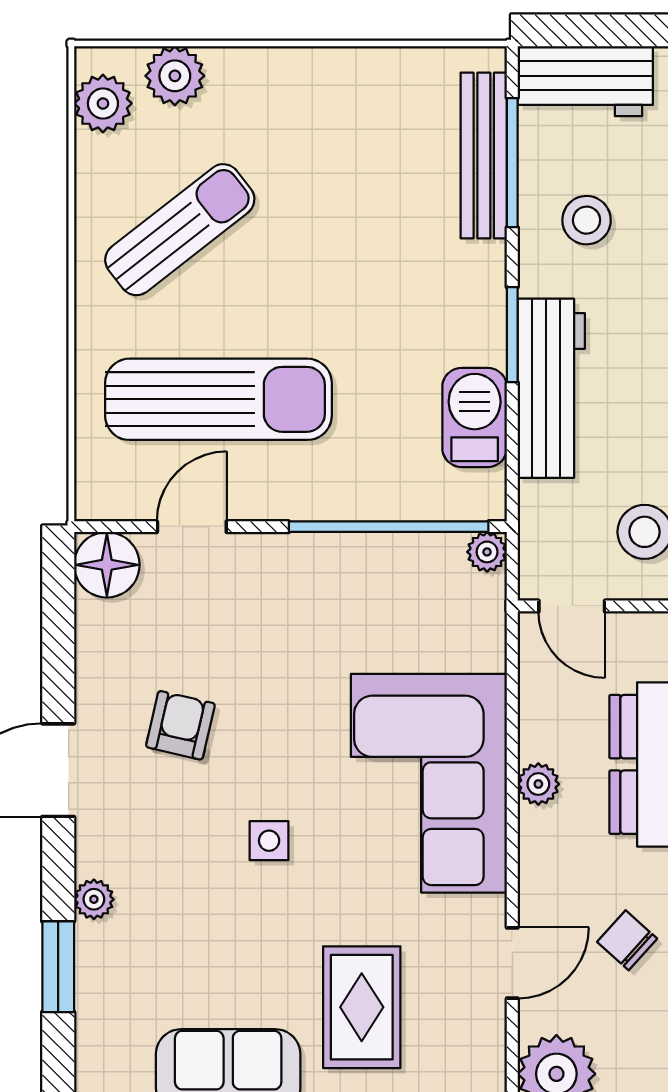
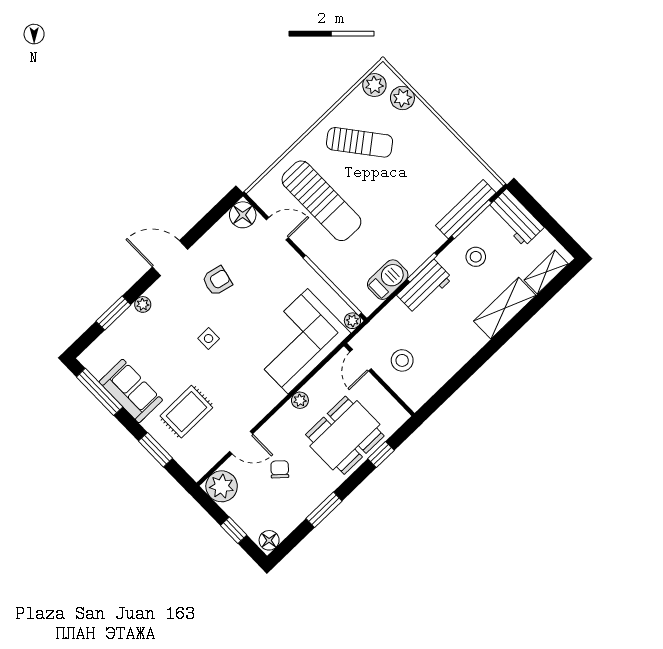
workbench: (551, 388) -> (425, 287), width x0.73
corner sofa: (429, 783) -> (298, 341), moved

